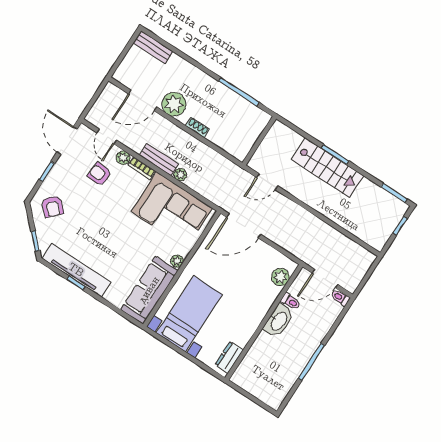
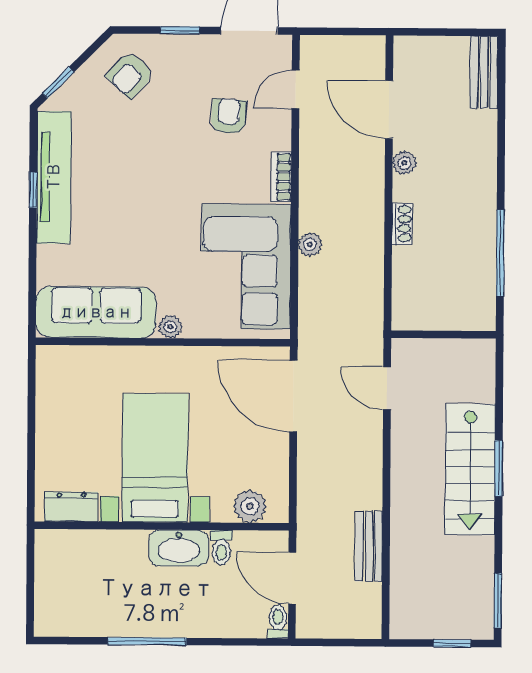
plant: (174, 104) -> (404, 163), width x0.53, depth x0.53
plant: (123, 158) -> (279, 137), removed
bench: (159, 160) -> (369, 546), moved
bed with nightstands: (189, 314) -> (155, 458), moved, turned -90

